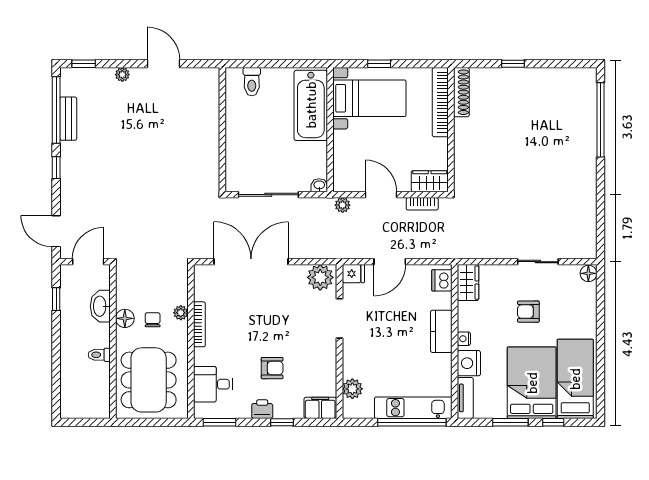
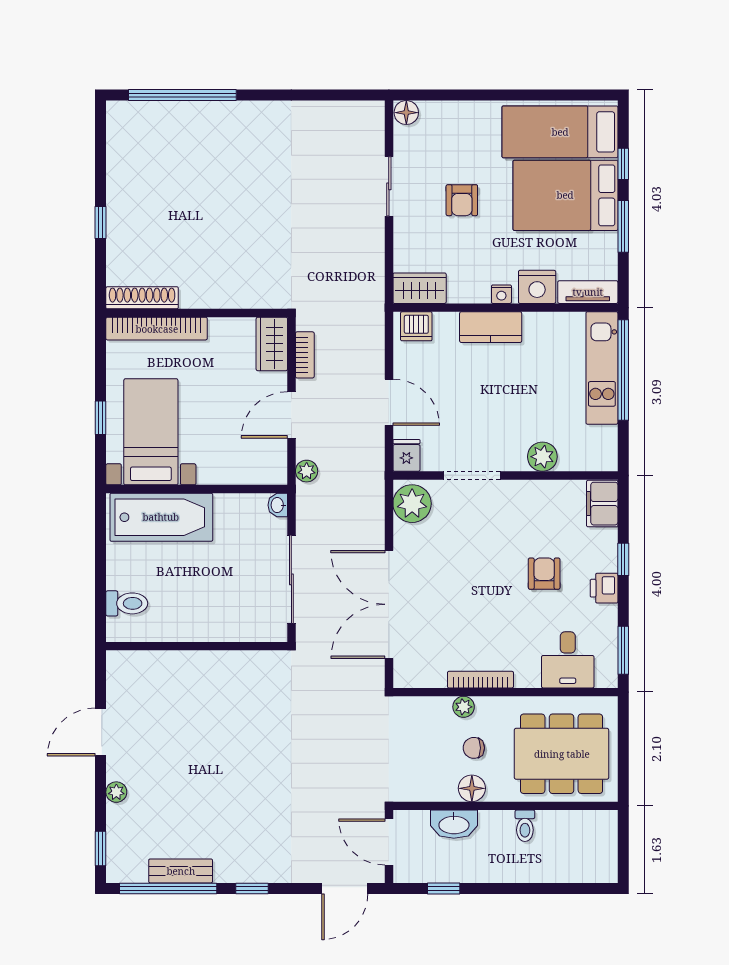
plant: (352, 389) -> (542, 457), moved

